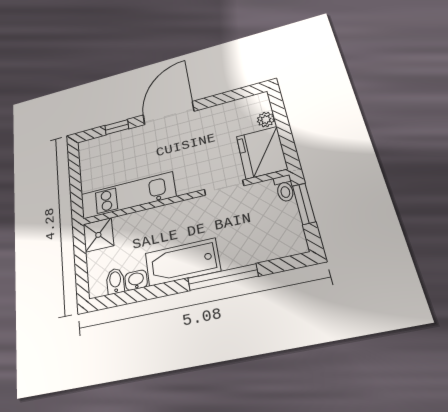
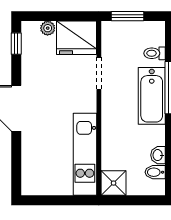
window: (117, 127) -> (16, 44), moved
toilet: (284, 189) -> (155, 53), moved, turned 180
bathtub: (182, 262) -> (152, 96), moved

